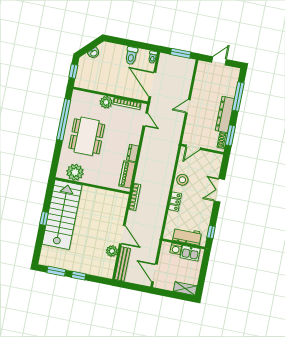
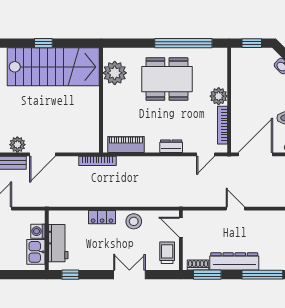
dresser: (133, 153) -> (171, 146), moved
trolley: (209, 161) -> (167, 253), added

